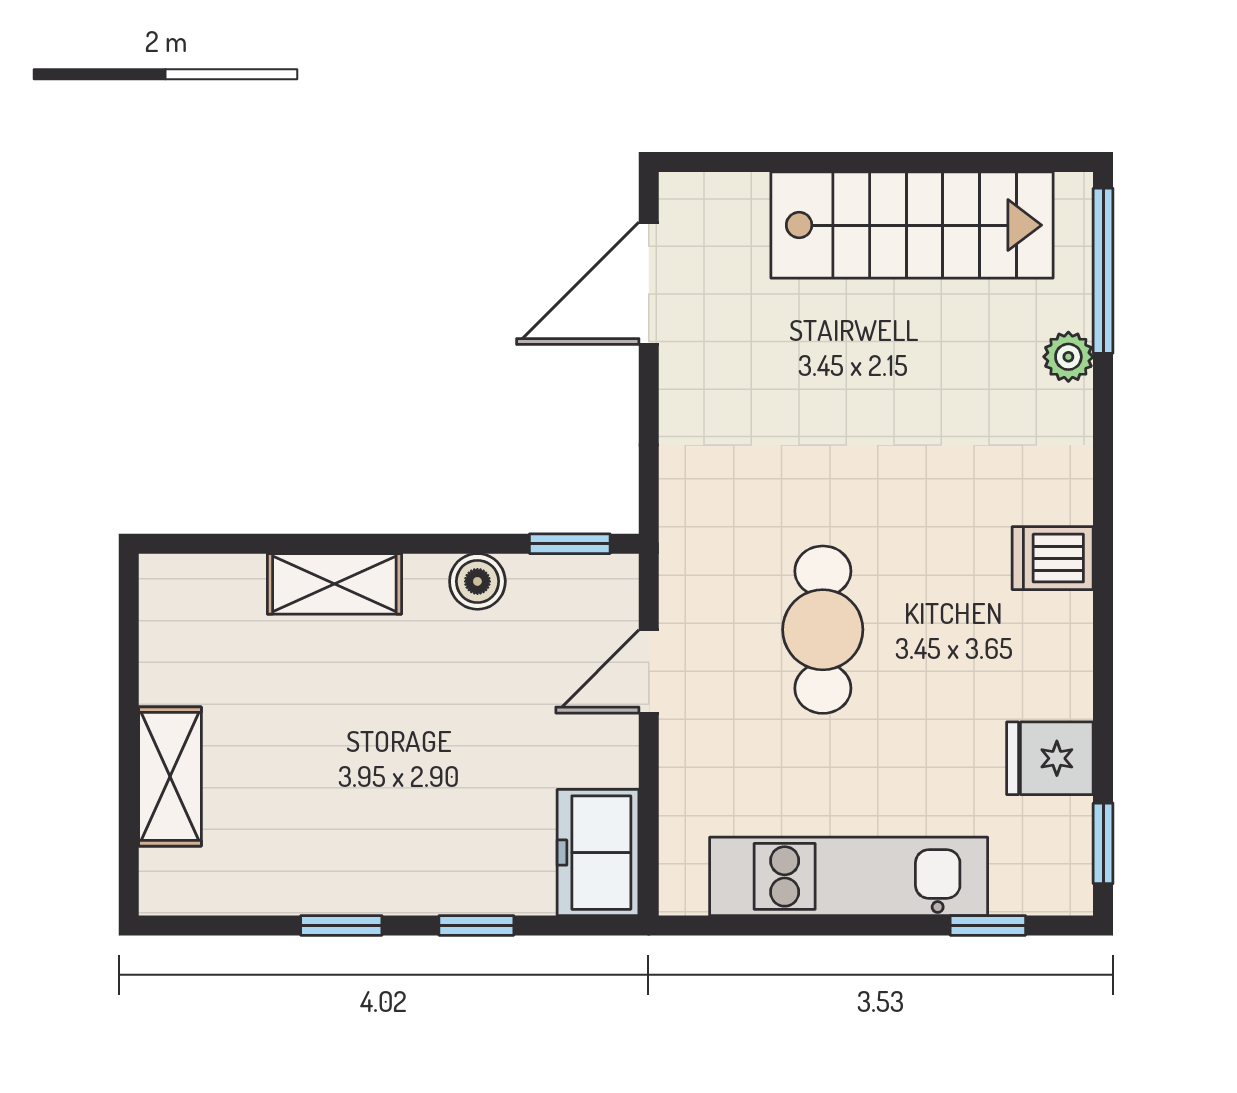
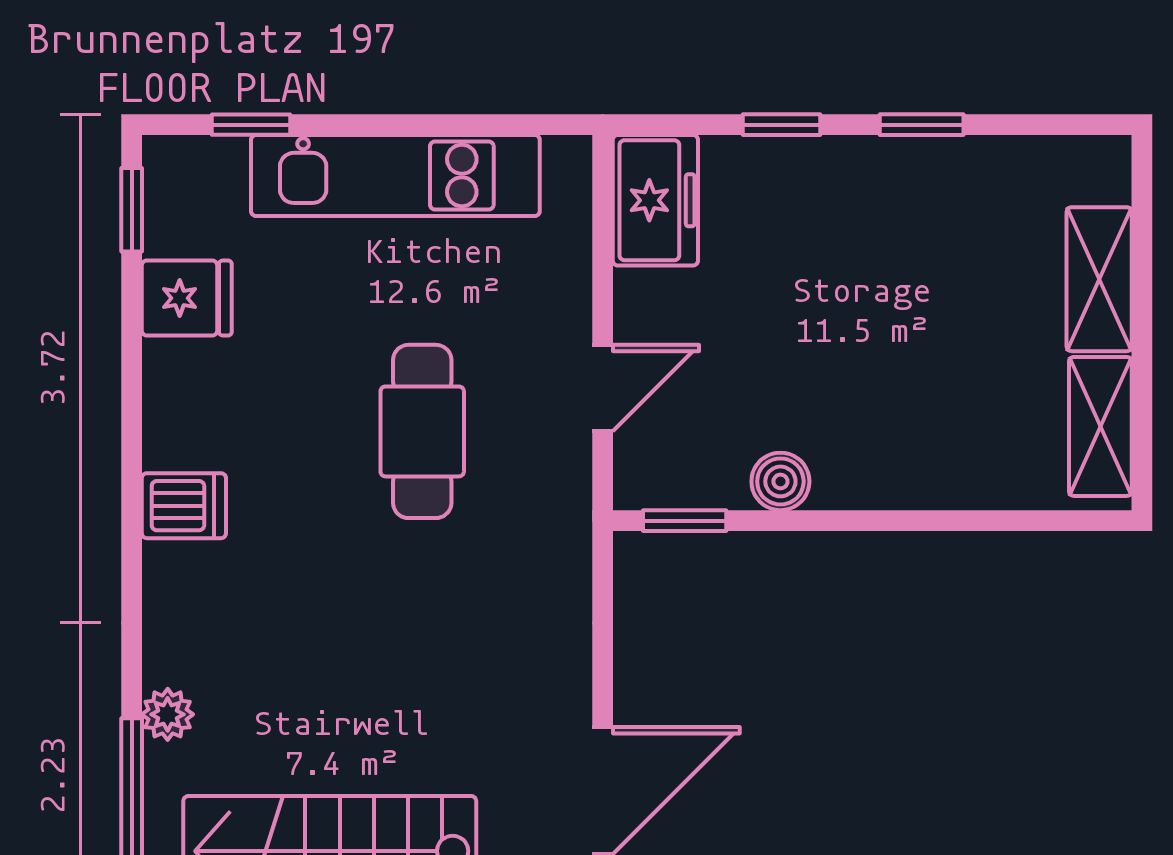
shelving: (334, 584) -> (1100, 426), moved, turned 90

